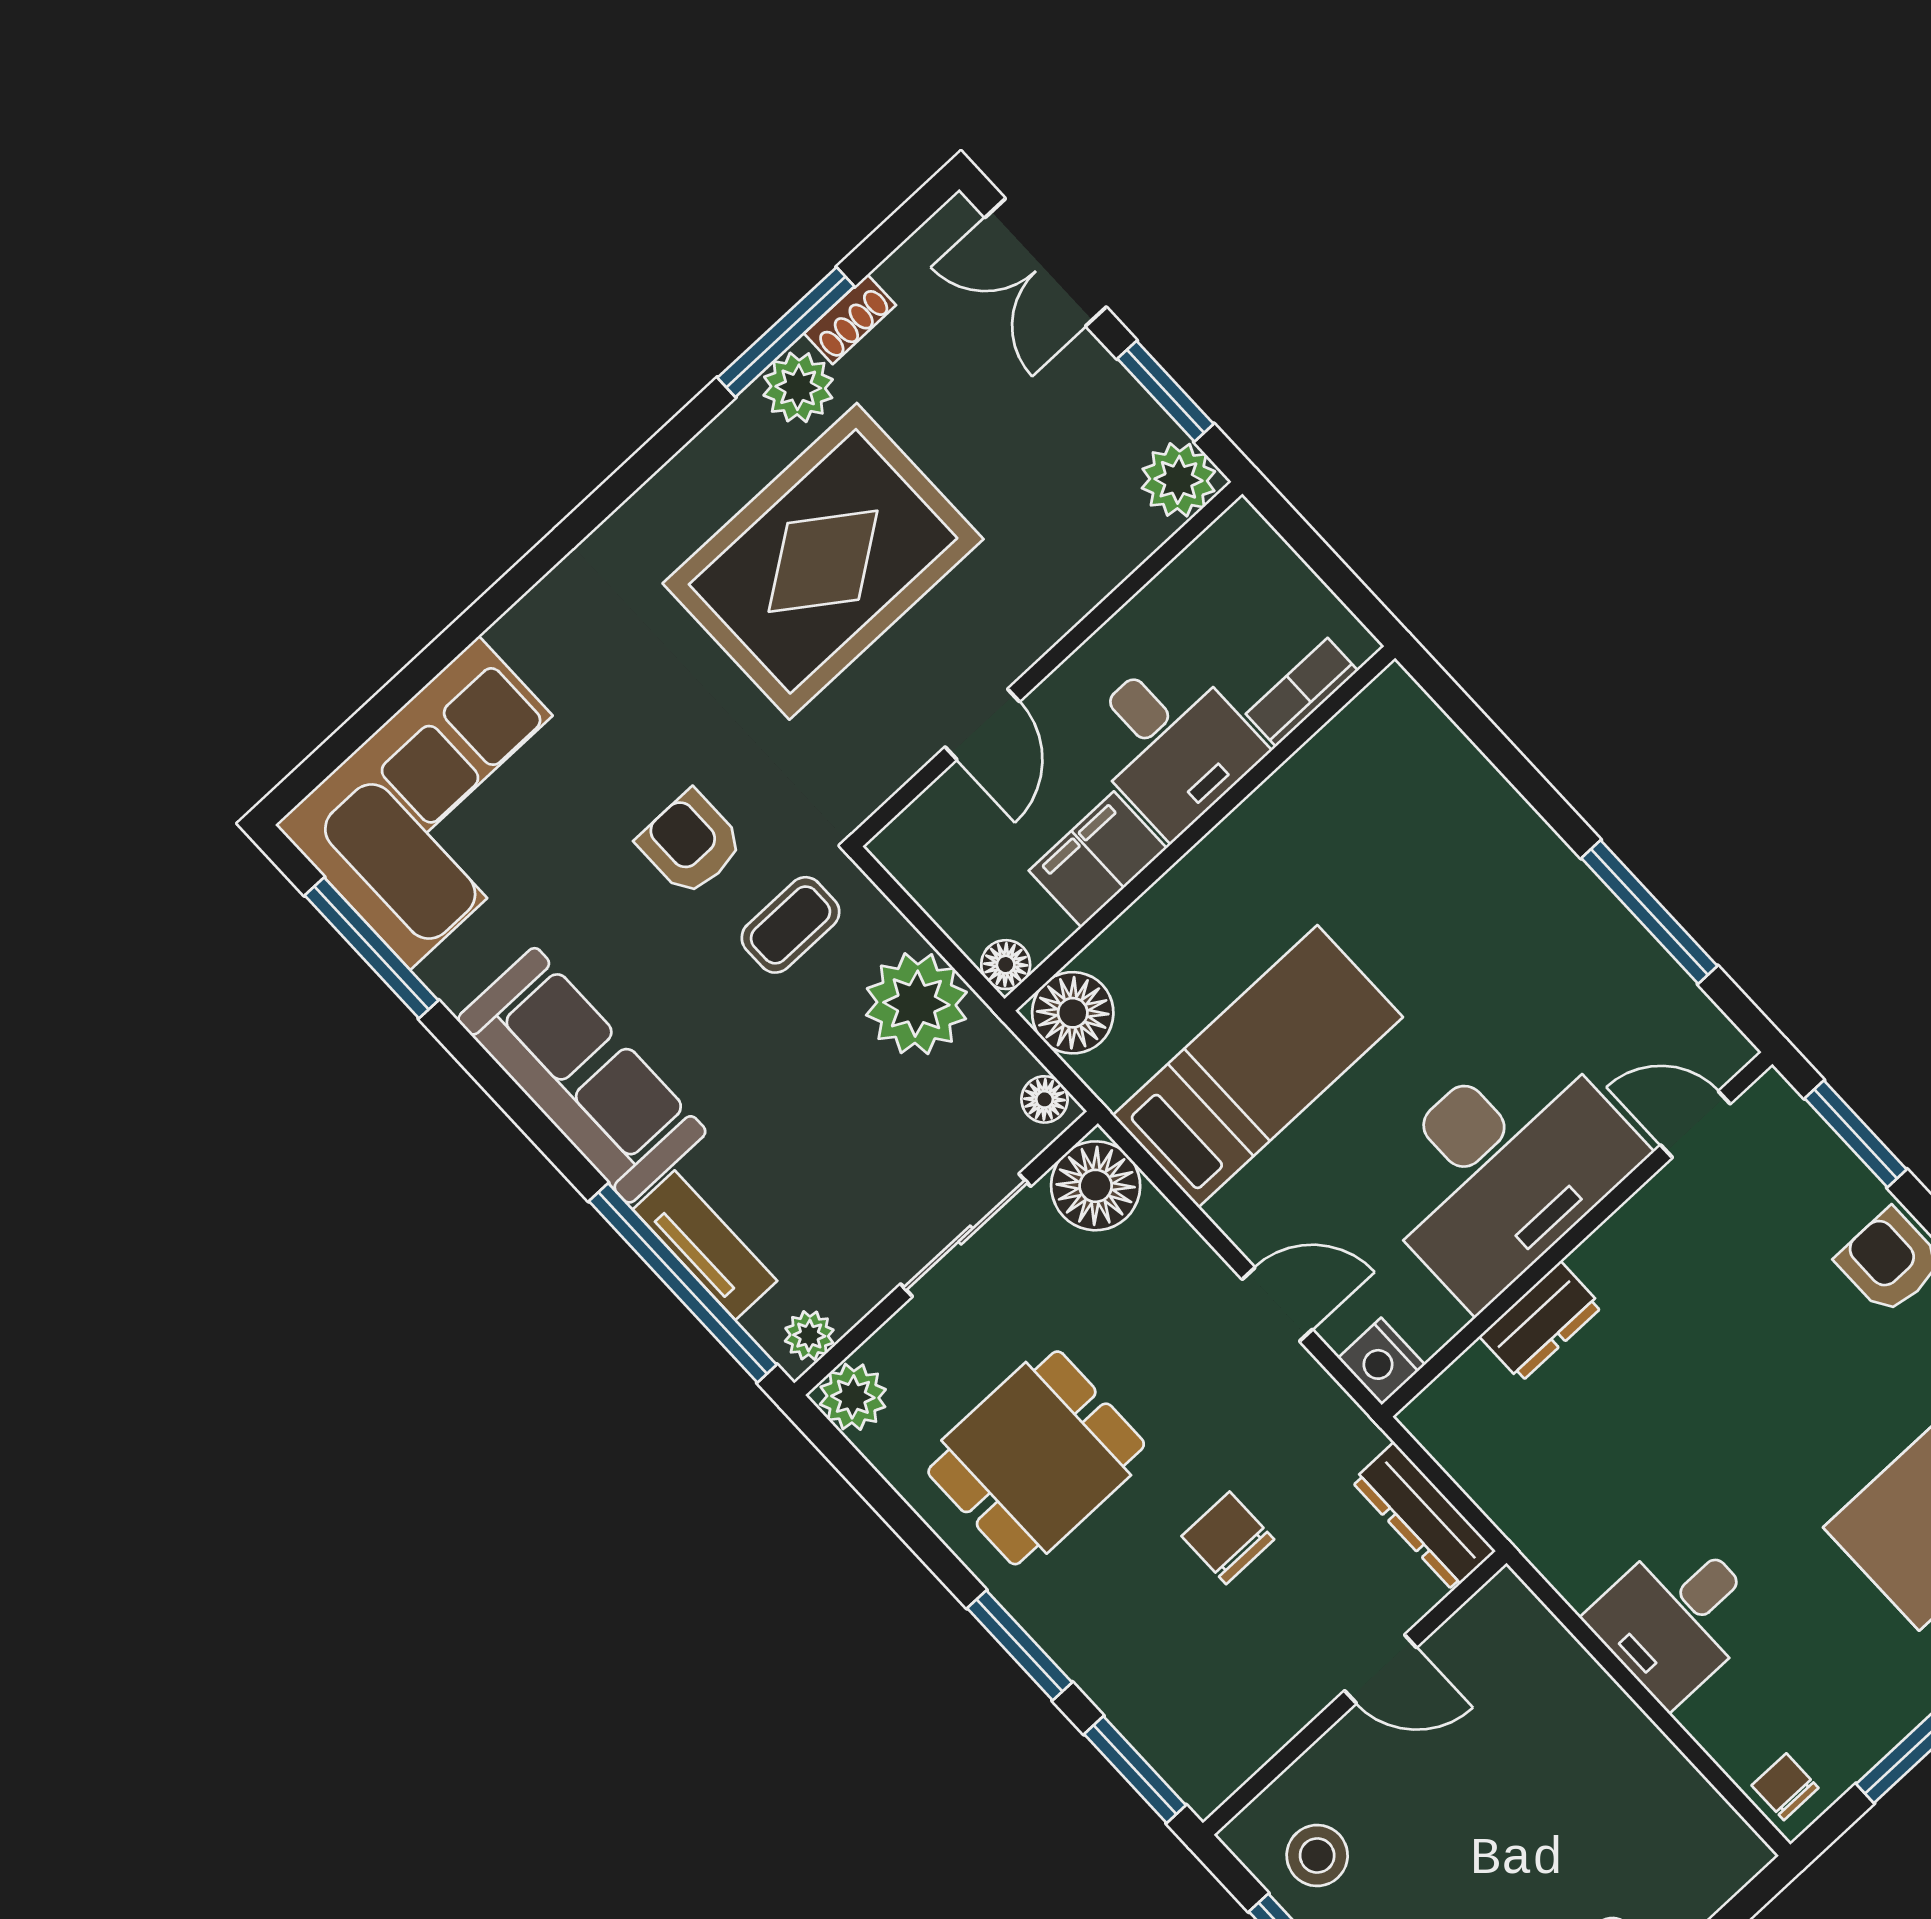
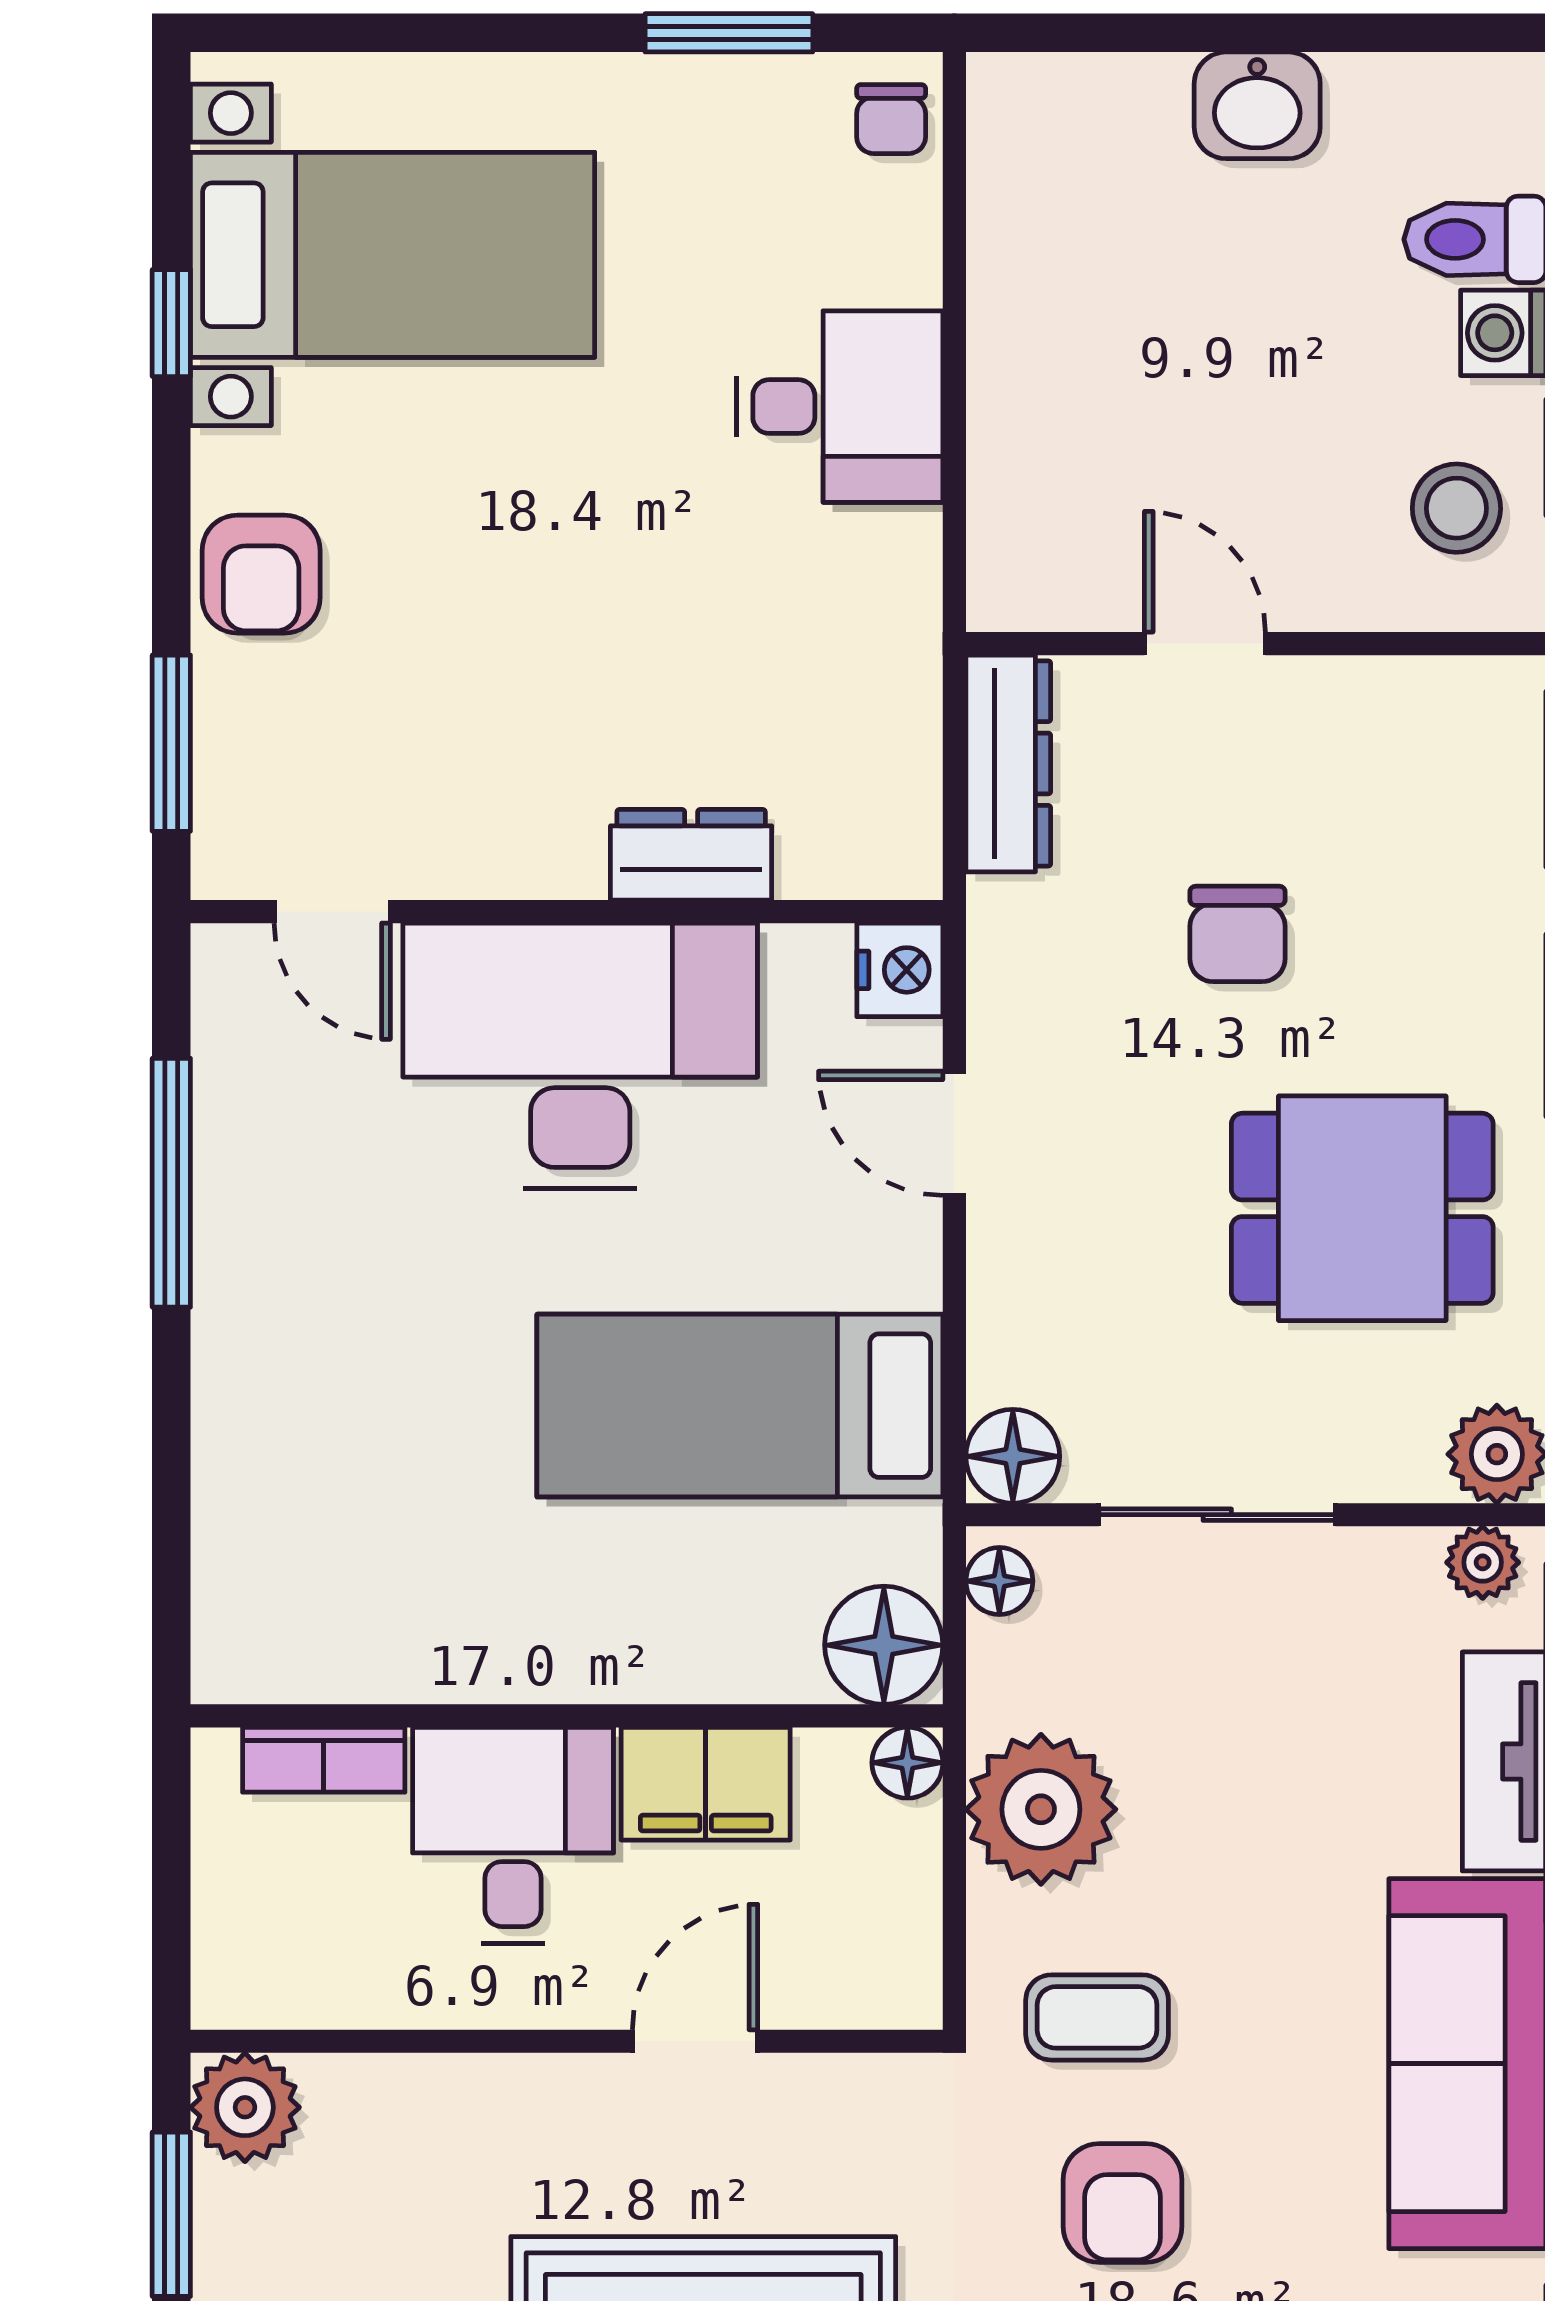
floor lamp: (1096, 1186) -> (1013, 1456), width x0.73, depth x0.73

